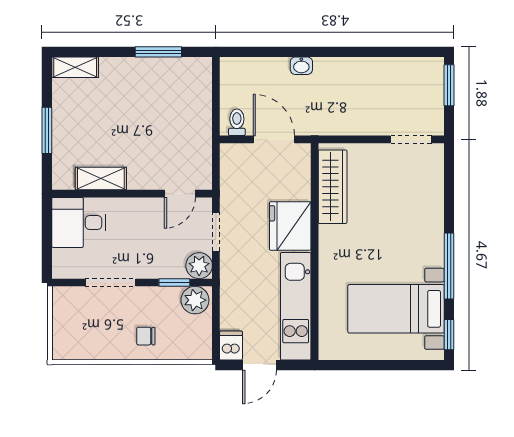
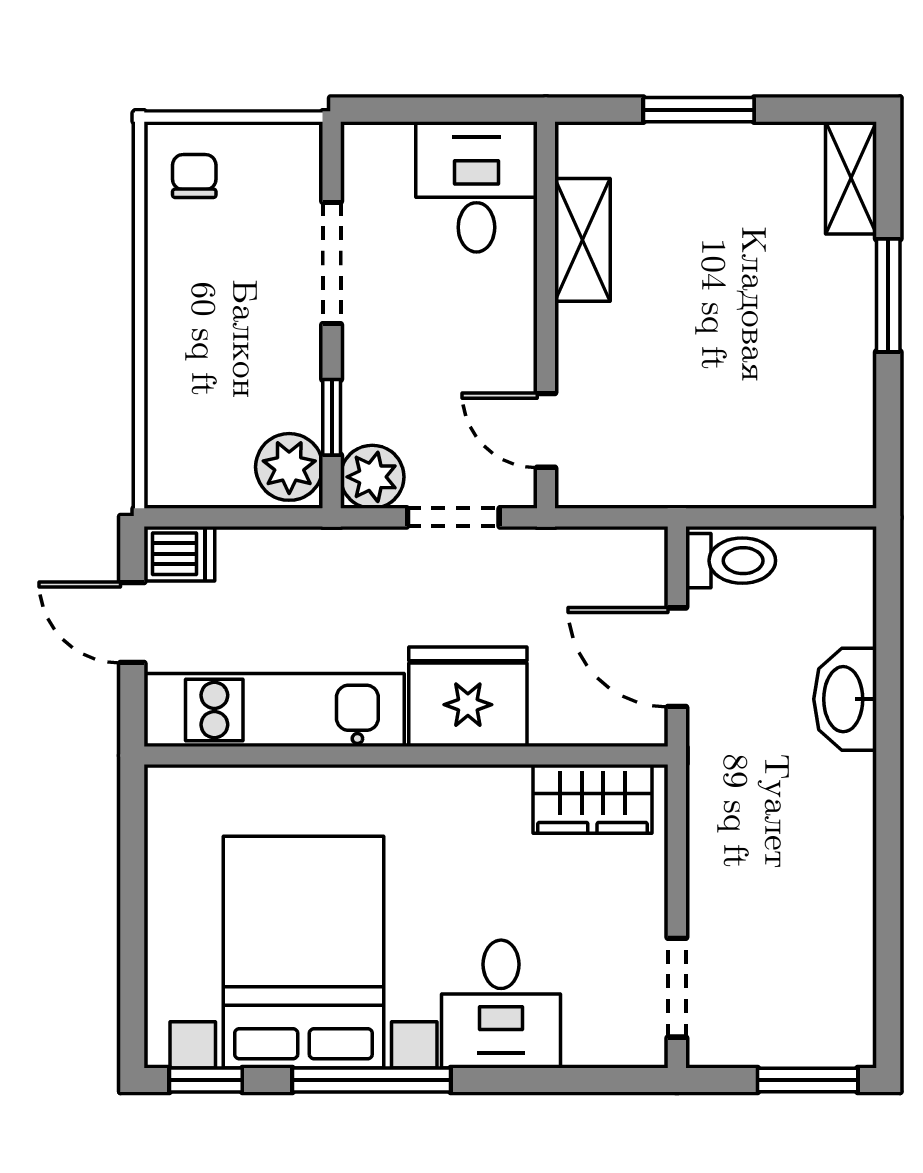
window: (158, 52) -> (888, 295), moved
washbasin: (301, 66) -> (845, 699), width x1.91, depth x1.45
toilet: (237, 122) -> (731, 561), width x1.37, depth x1.39
door: (274, 139) -> (677, 657), swing flipped
wardrobe: (333, 187) -> (592, 799), width x0.67
desk: (418, 212) -> (501, 1004), added
bed with nightstands: (396, 309) -> (303, 952), width x1.36
chair: (146, 336) -> (194, 176), moved

